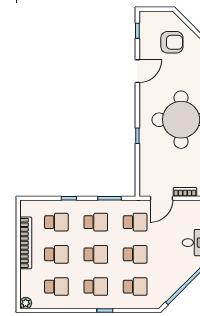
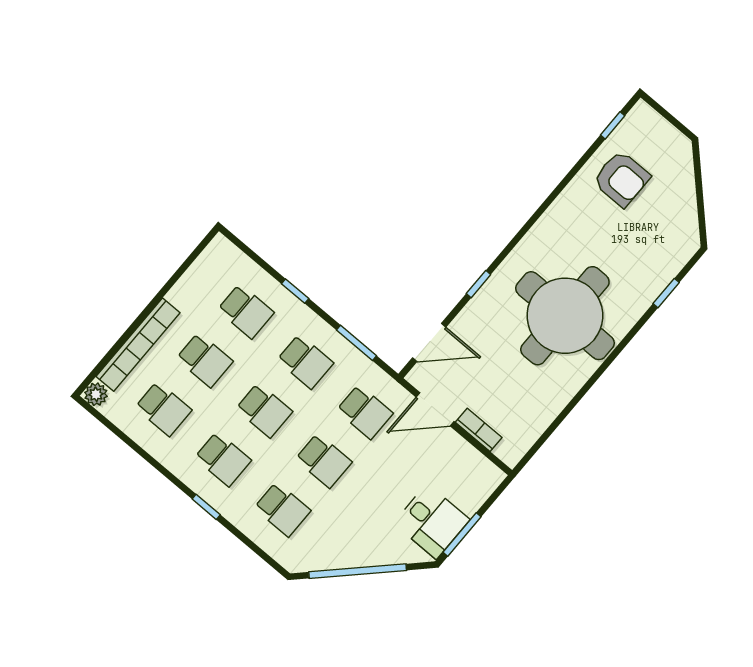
armchair: (172, 42) -> (621, 179), moved
door: (137, 71) -> (429, 343), moved
bookcase: (26, 243) -> (138, 345), moved

